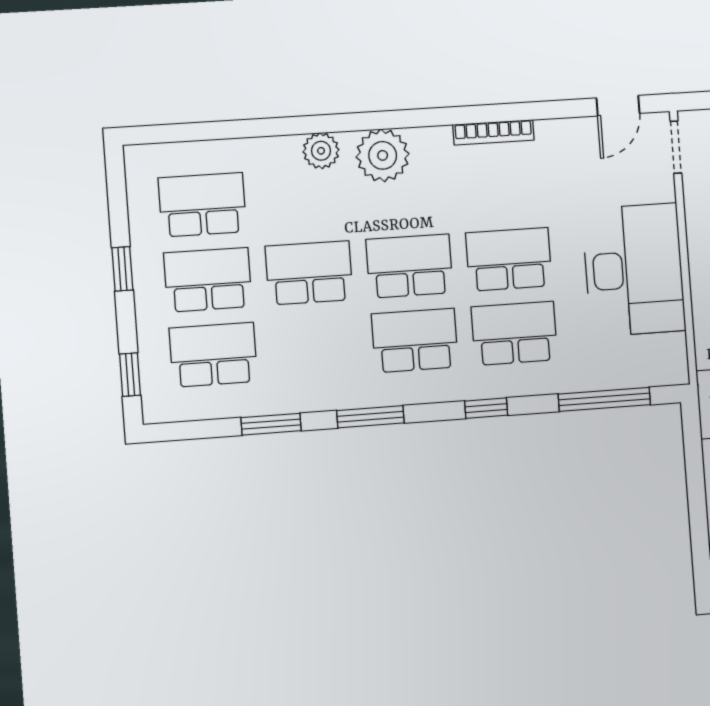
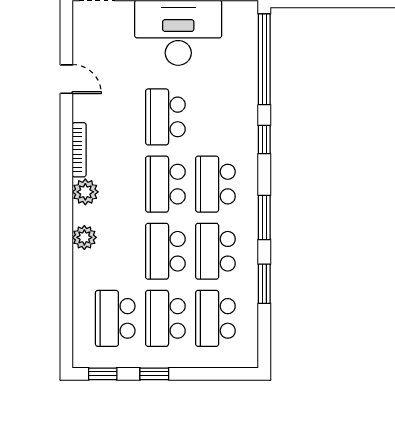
door: (618, 106) -> (66, 79), moved
bookcase: (493, 132) -> (79, 150), moved
plant: (383, 155) -> (85, 192), width x0.73, depth x0.73
school desk: (514, 333) -> (215, 251), moved
window: (130, 375) -> (103, 374), moved
window: (604, 399) -> (264, 59), width x1.46

